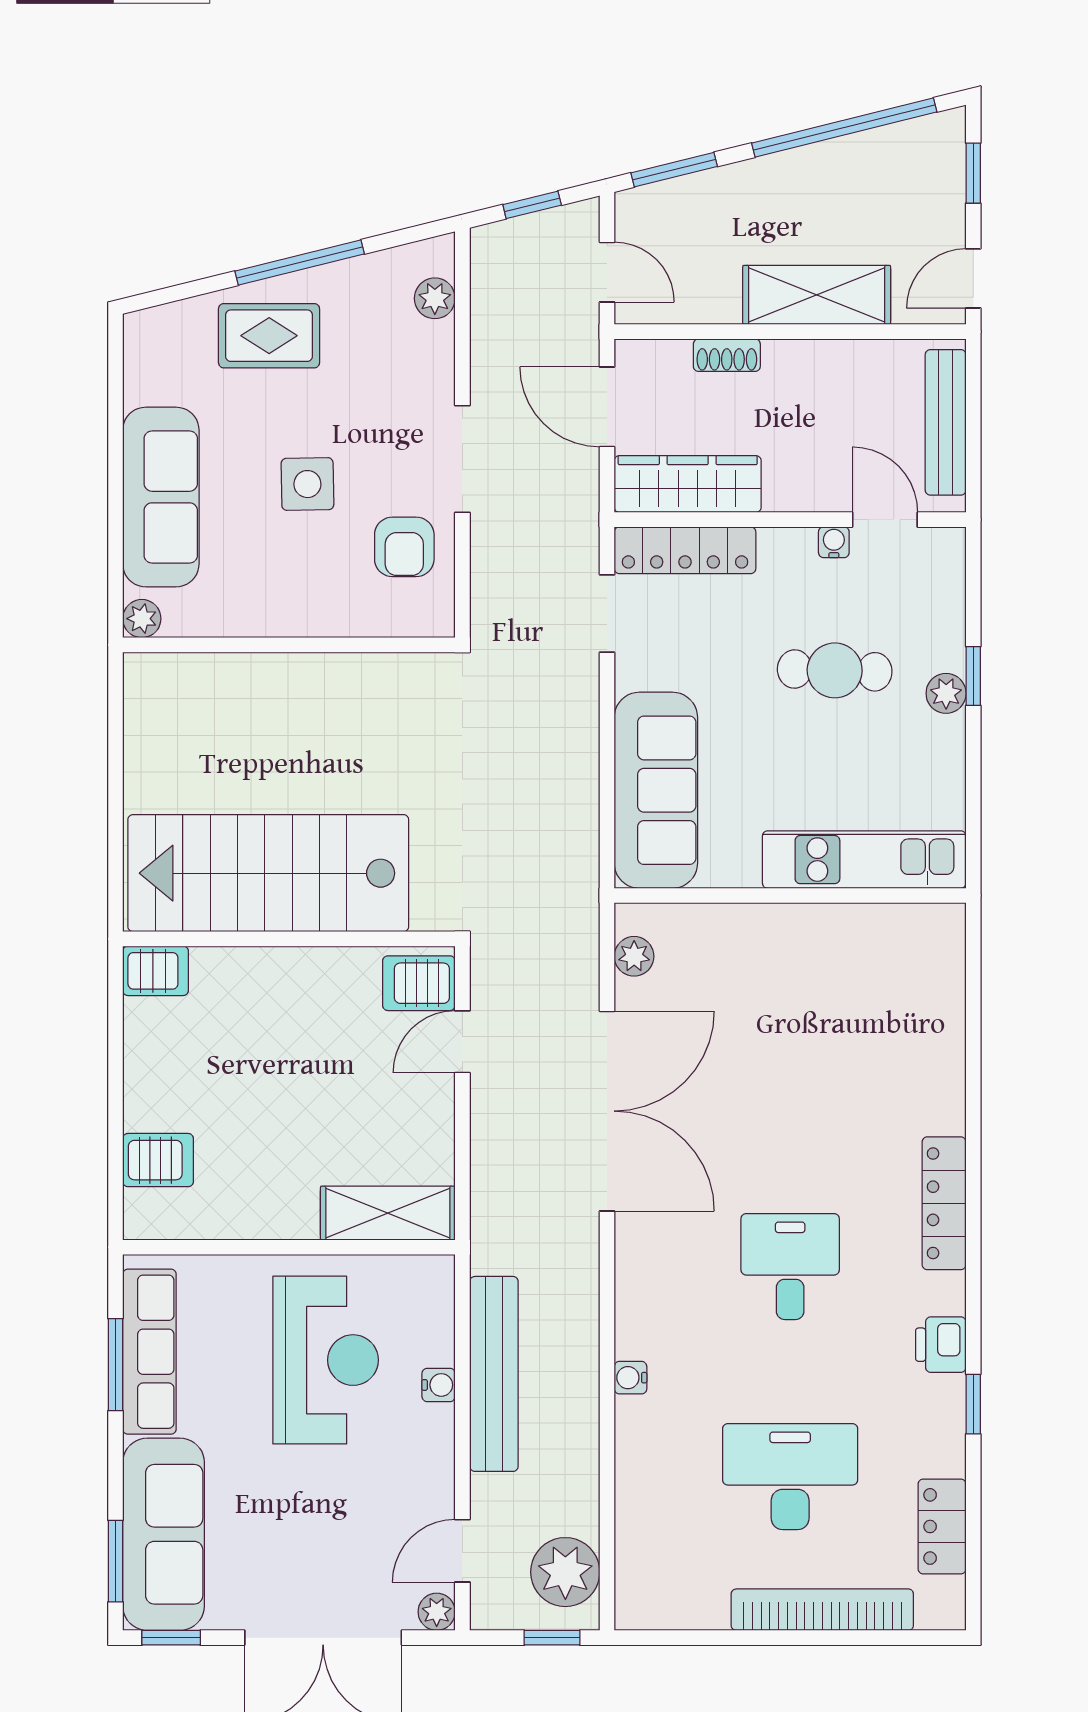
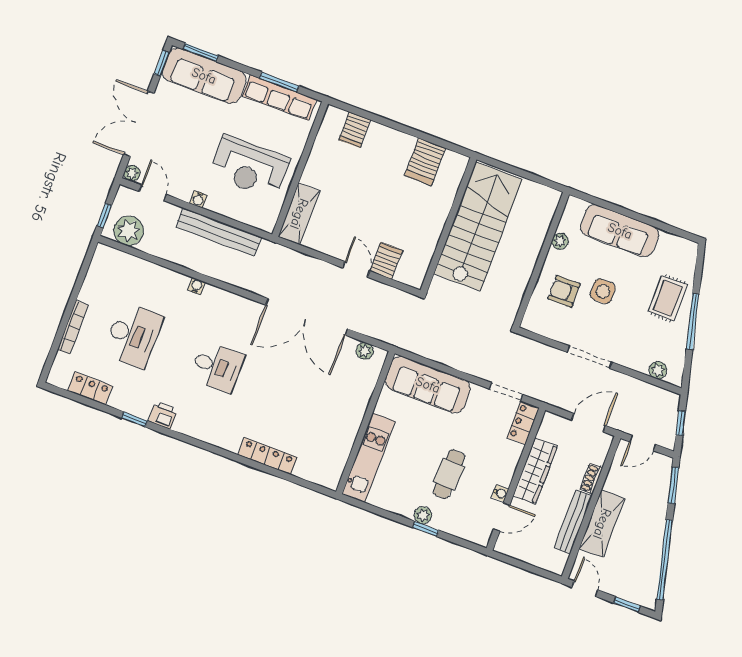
bench: (946, 422) -> (573, 522), moved, turned 90
wardrobe: (688, 484) -> (535, 471), moved
armchair: (404, 547) -> (564, 291), moved
locker: (685, 550) -> (523, 423), width x0.66
plant: (142, 619) -> (560, 241), moved
stairs: (268, 873) -> (478, 227), moved
wall: (289, 939) -> (449, 225), moved
server rack: (156, 971) -> (425, 162), width x1.36, depth x1.44
locker: (944, 1203) -> (267, 456), moved
water cooler: (439, 1385) -> (198, 199), moved
bookcase: (822, 1610) -> (73, 327), width x0.68, depth x0.76

